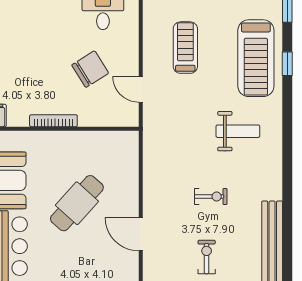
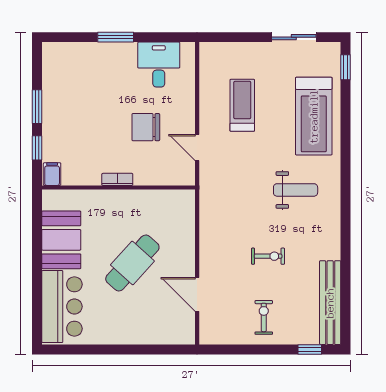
window: (287, 64) -> (345, 122), removed
chair: (90, 69) -> (146, 127), turned -148
bookcase: (53, 121) -> (117, 179), width x0.64

